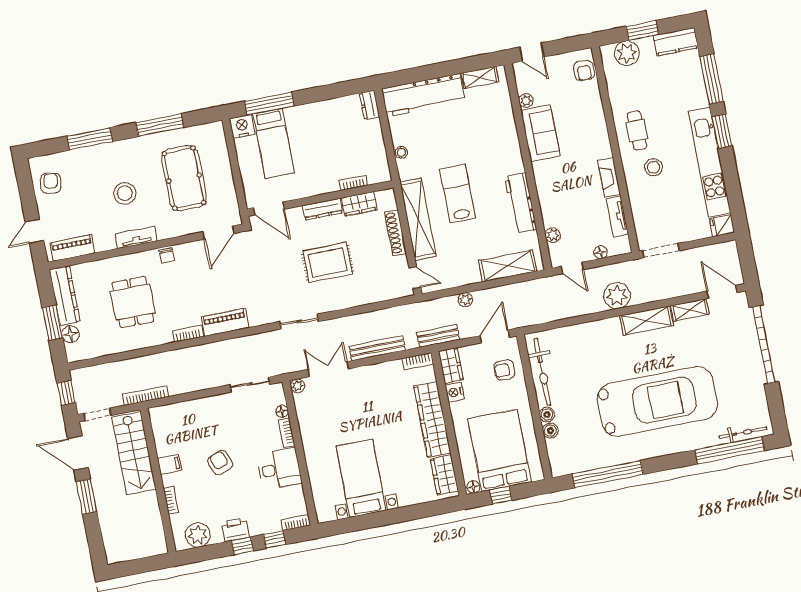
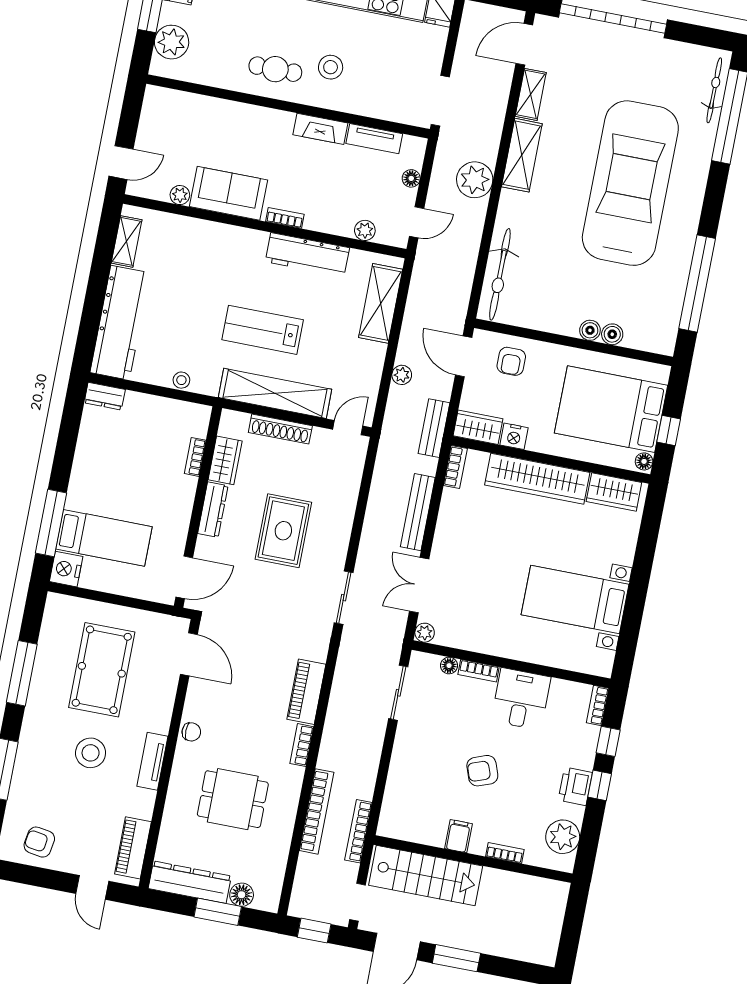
armchair: (584, 71) -> (172, 106), removed
pool table: (184, 178) -> (102, 670), turned 90
bookcase: (539, 178) -> (285, 218), added
bookcase: (147, 362) -> (317, 811), added
bicycle: (542, 372) -> (500, 274), moved, turned 90

